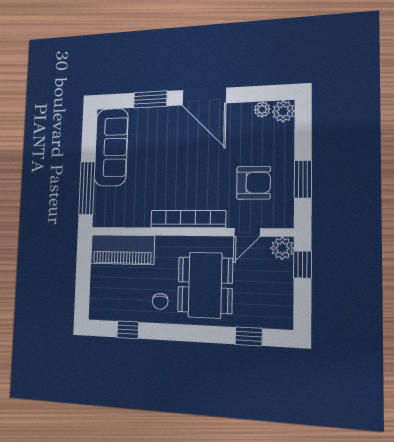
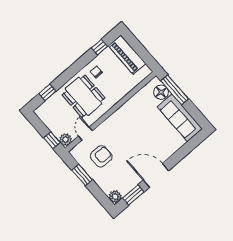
window: (150, 99) -> (133, 195), moved
plant: (262, 109) -> (125, 190), removed
armchair: (253, 183) -> (101, 156), turned 180
floor lamp: (105, 200) -> (161, 92), added
bookcase: (188, 219) -> (116, 117), removed
piano: (122, 250) -> (127, 55), moved, turned -90

